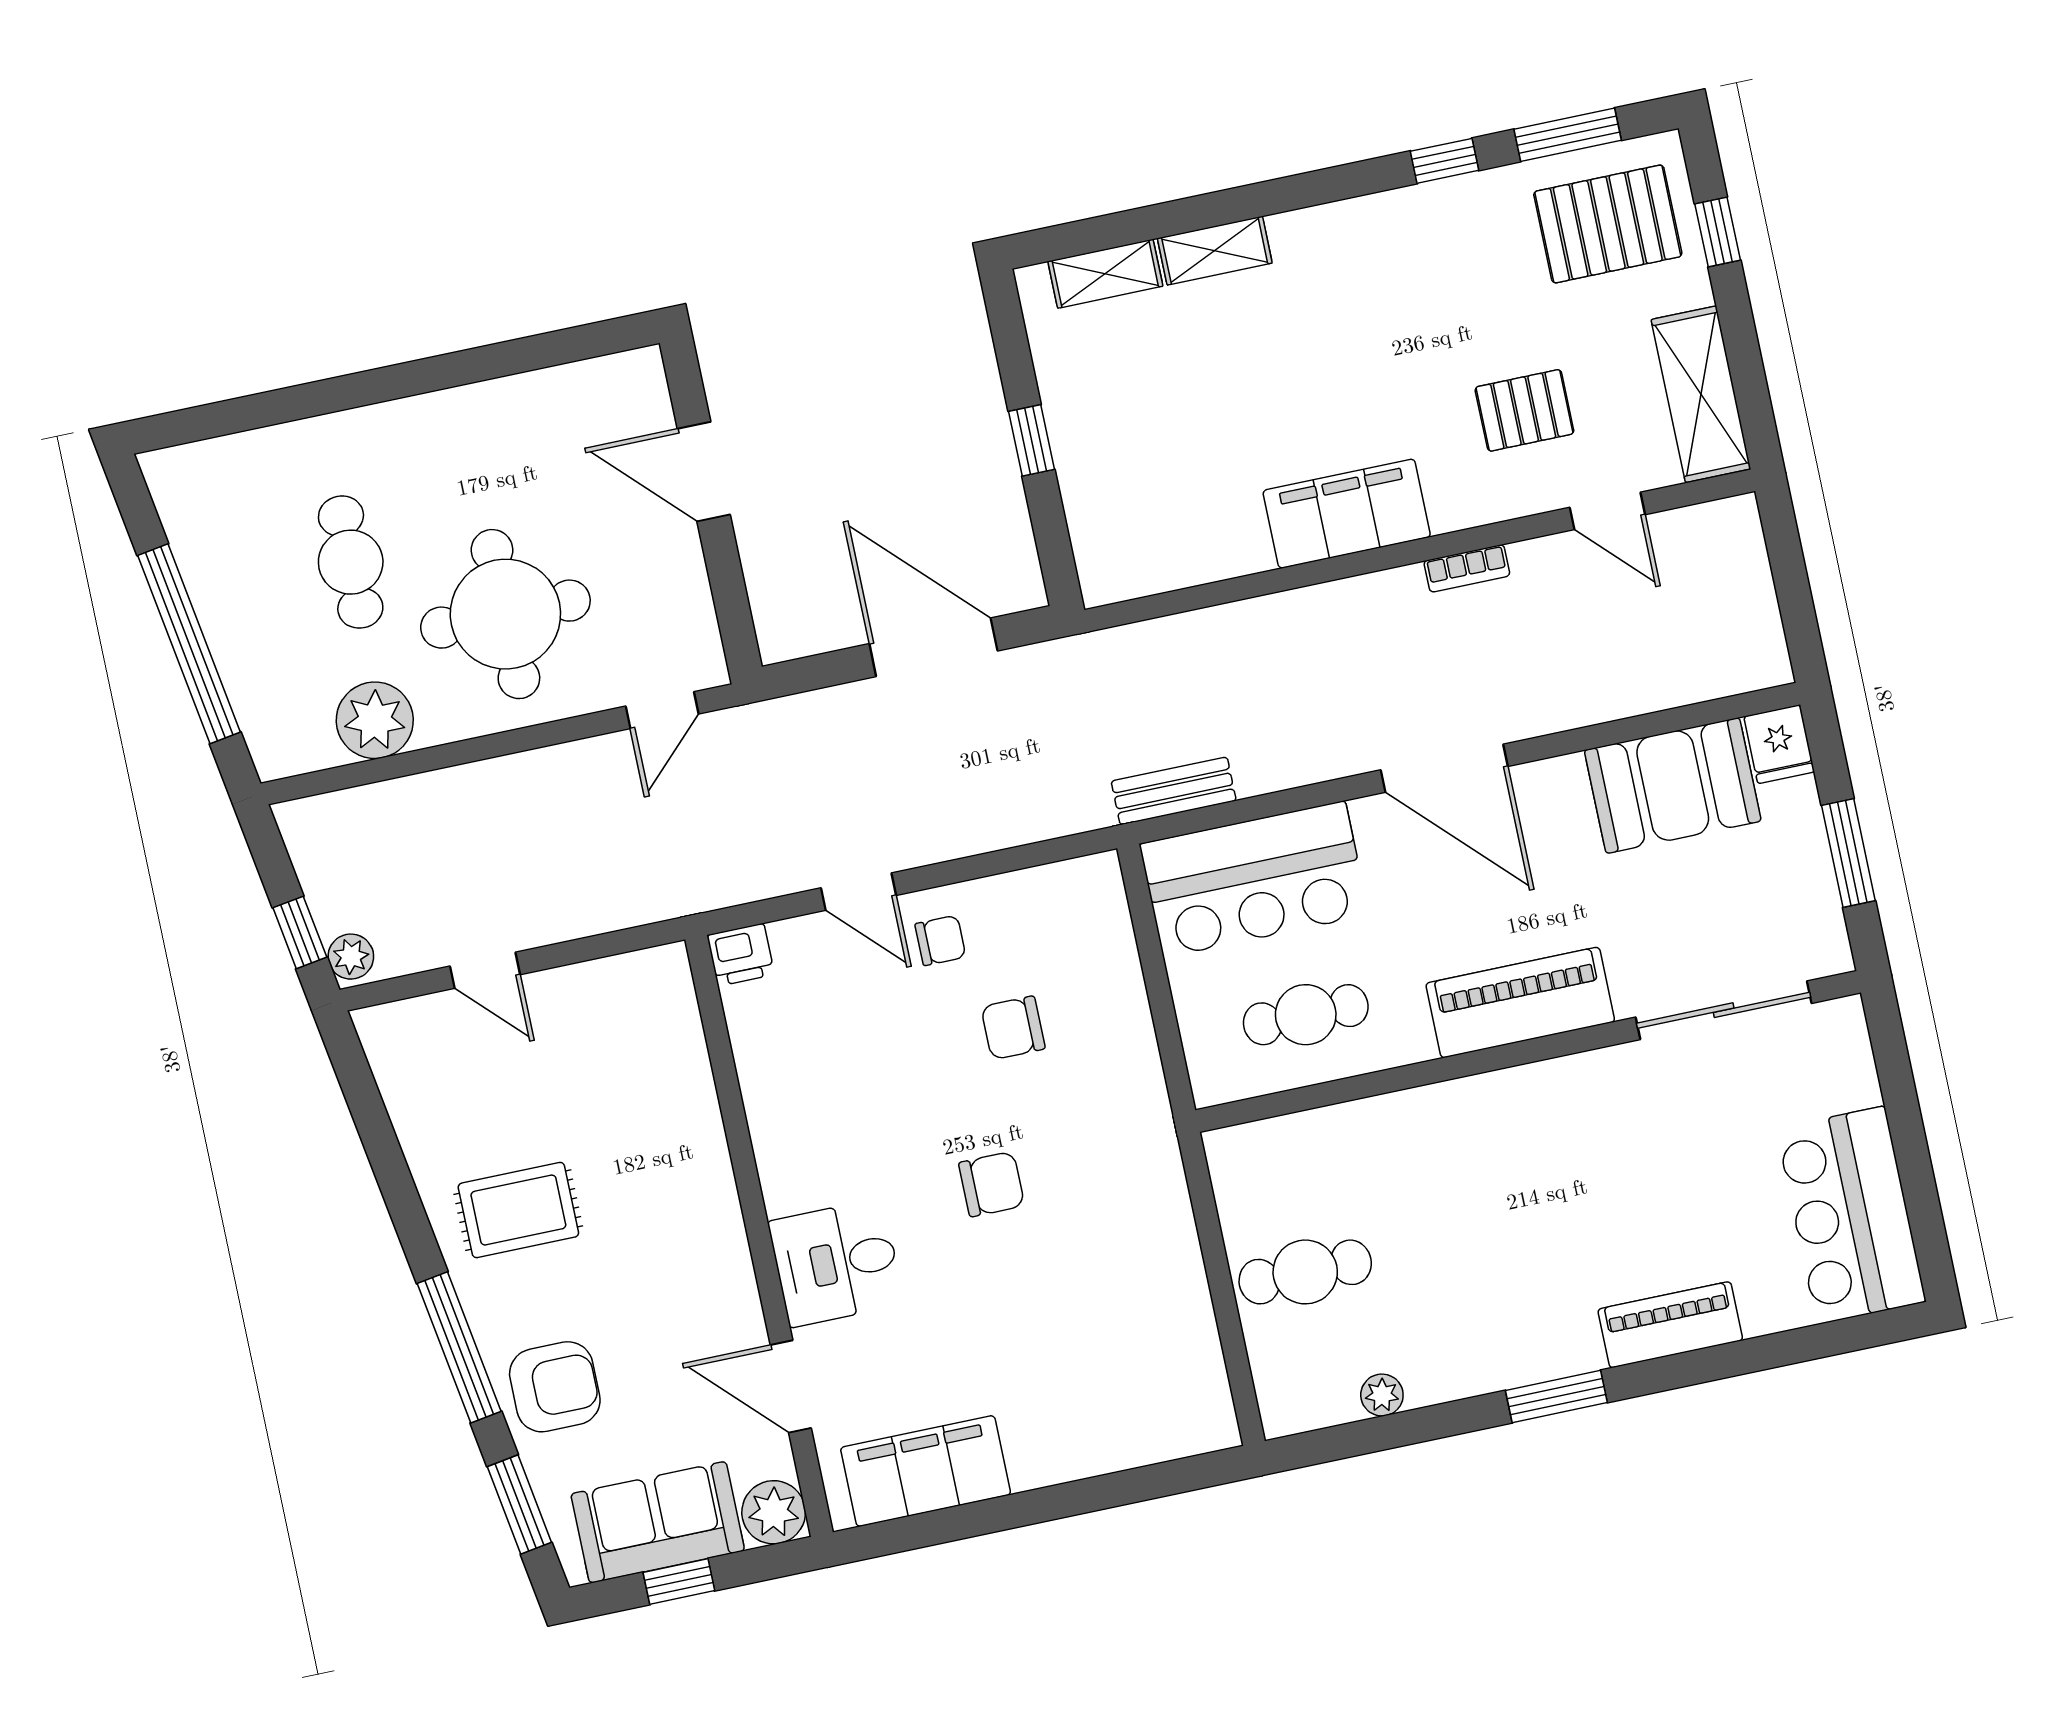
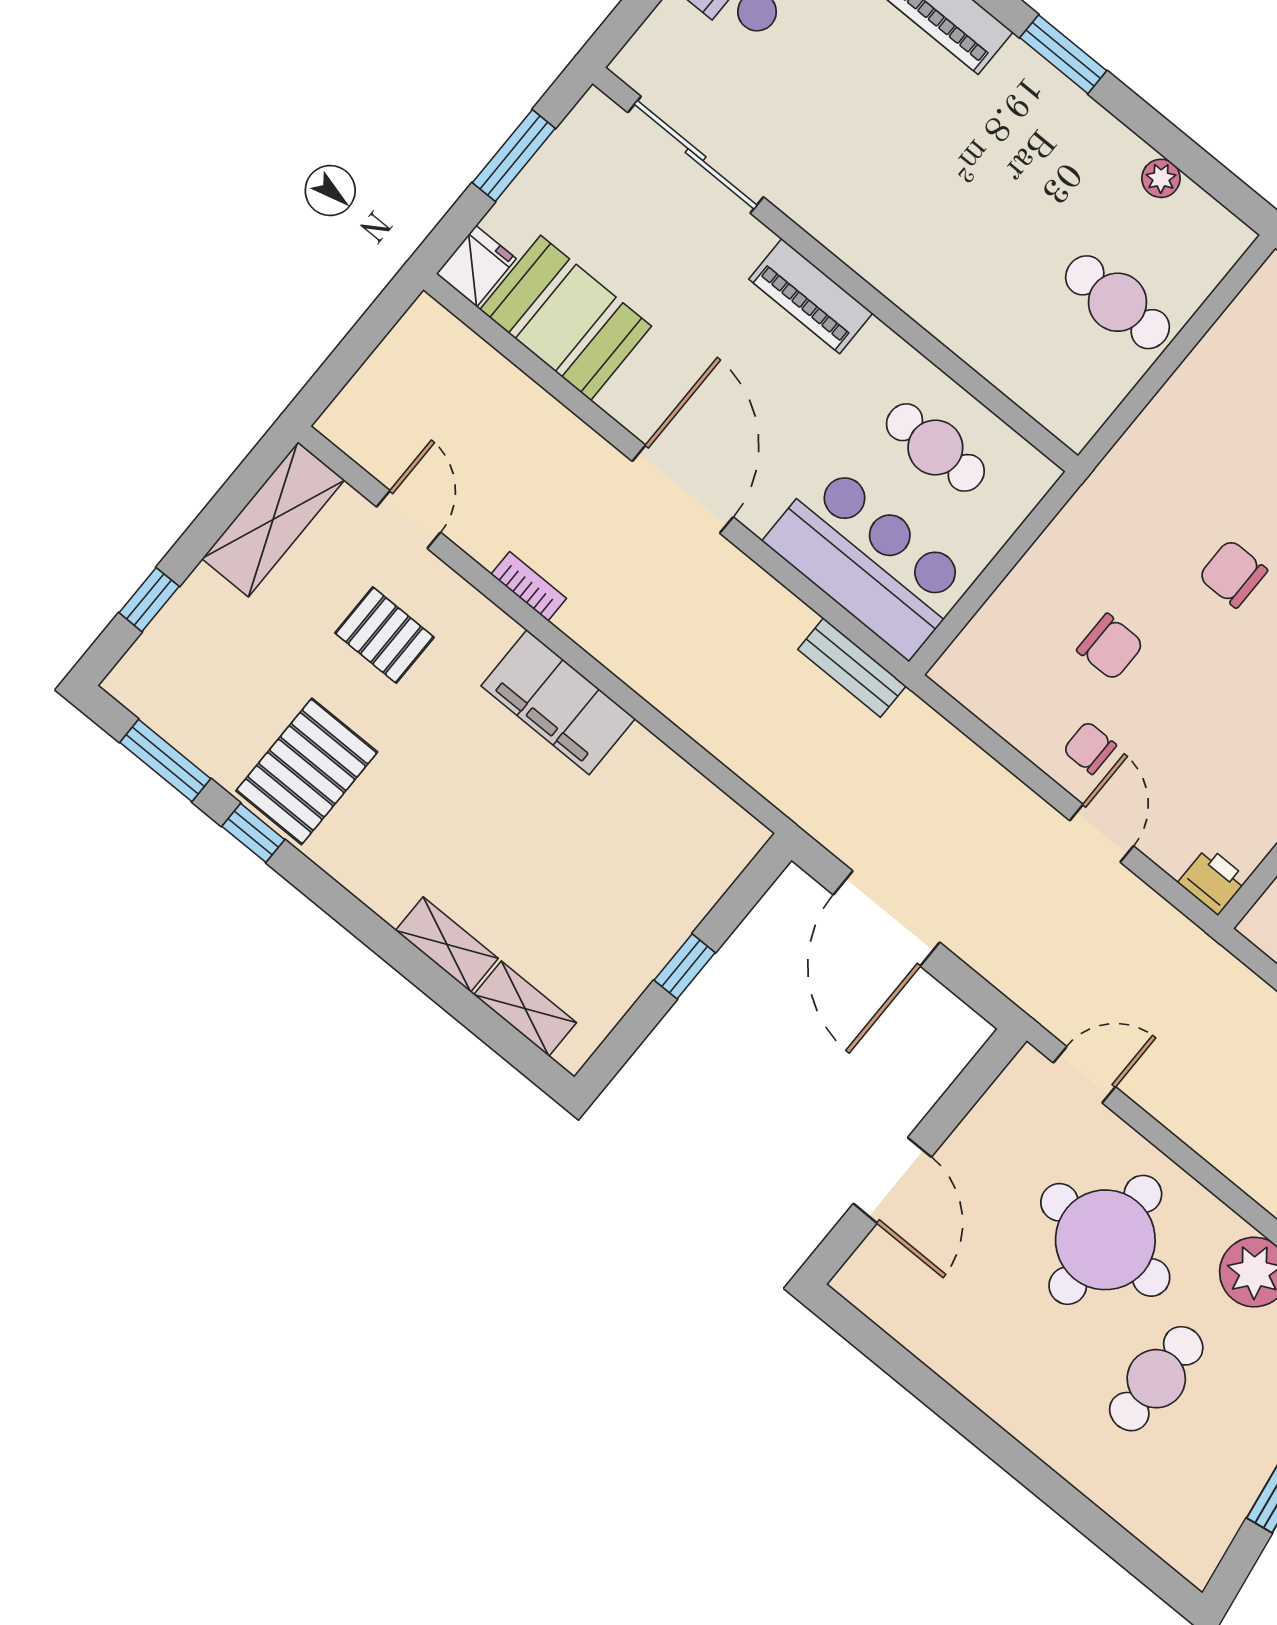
pallet: (1608, 224) -> (307, 771), moved, turned 90
piano: (1520, 1003) -> (811, 296), width x0.73, depth x0.75

